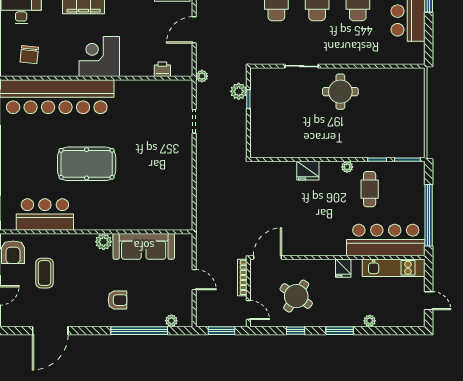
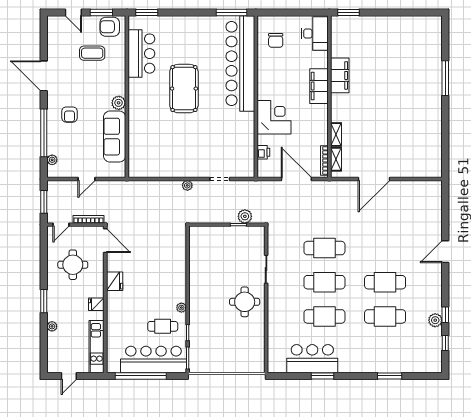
door: (194, 30) -> (296, 179), width x1.36
chair: (29, 55) -> (276, 40), turned -96
corner desk: (99, 57) -> (274, 117), moved
plant: (202, 76) -> (187, 185), moved
fridge: (308, 171) -> (115, 281), moved, turned 180
bar counter: (386, 240) -> (153, 359), moved, turned -90
round table: (296, 296) -> (73, 265), turned -34
door: (50, 331) -> (44, 76), moved
window: (296, 331) -> (44, 264), removed

